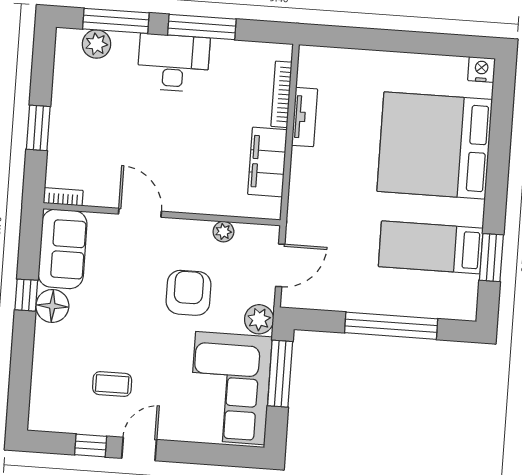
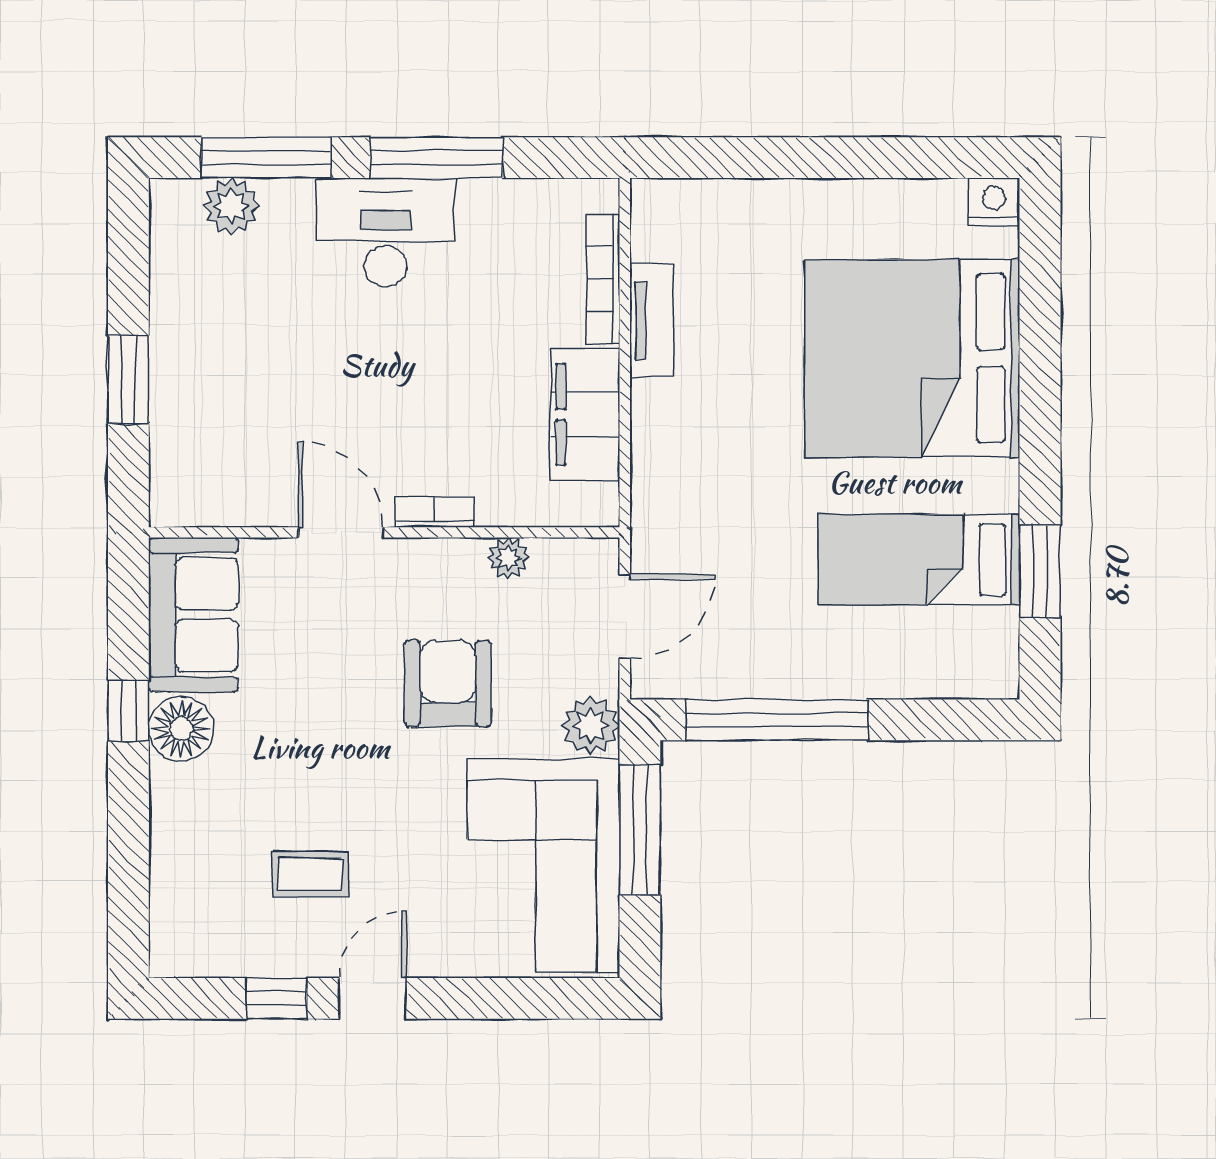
bookcase: (63, 197) -> (435, 512), moved
window: (391, 326) -> (777, 720), moved

